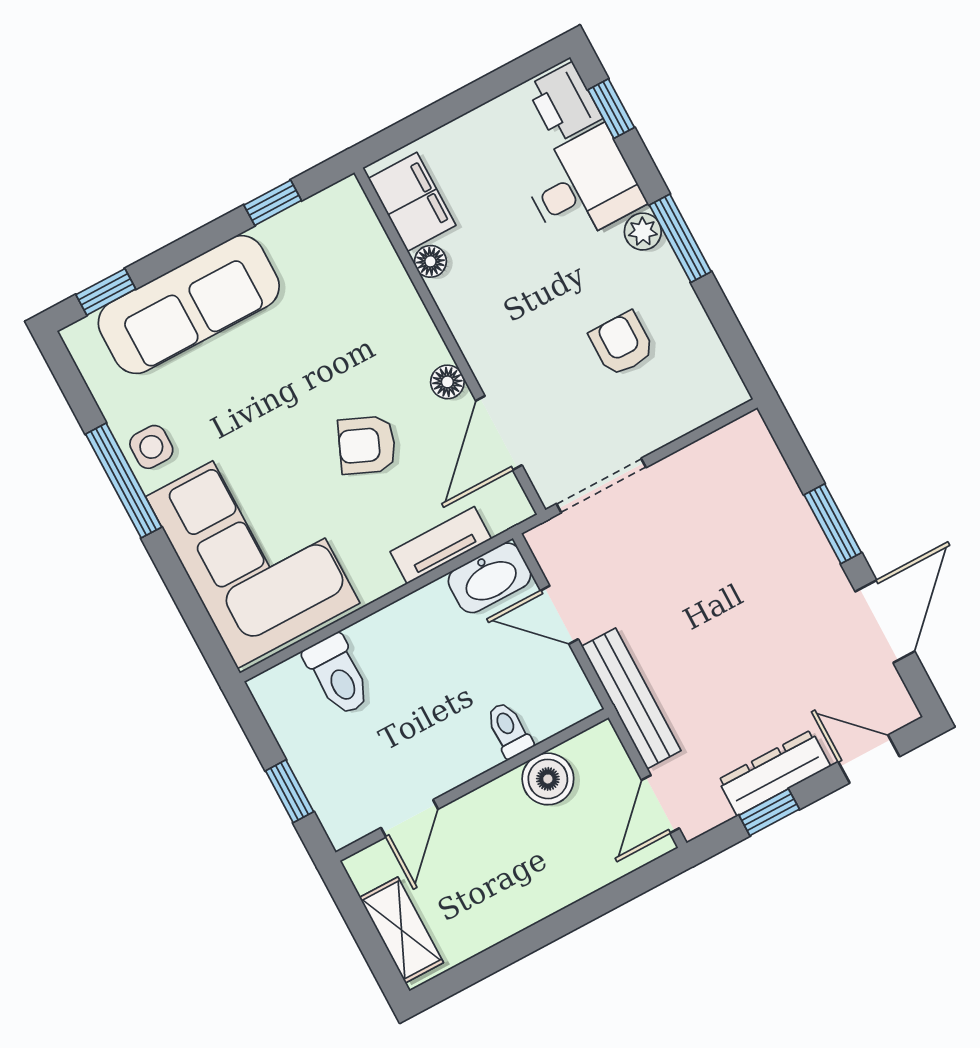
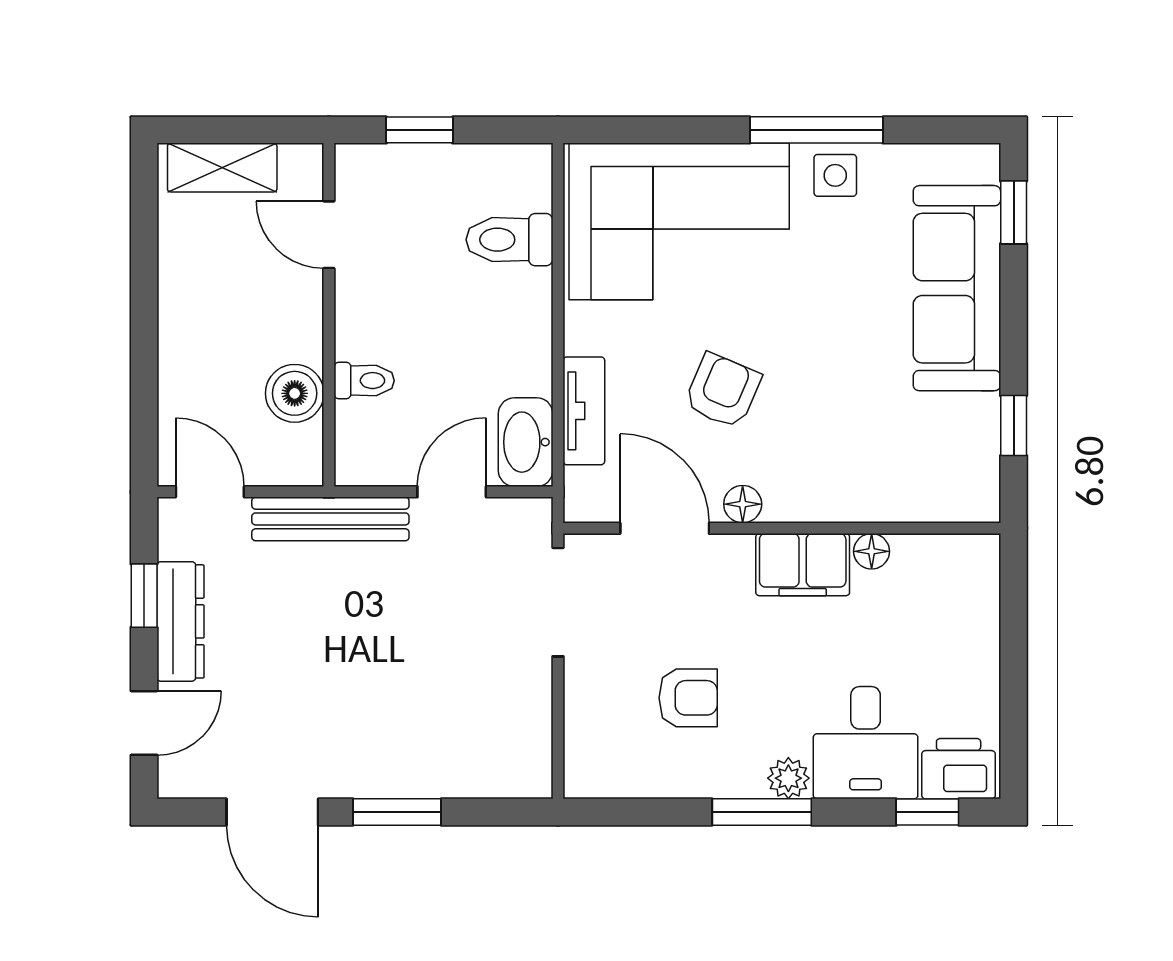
filing cabinet: (412, 202) -> (803, 565), moved

